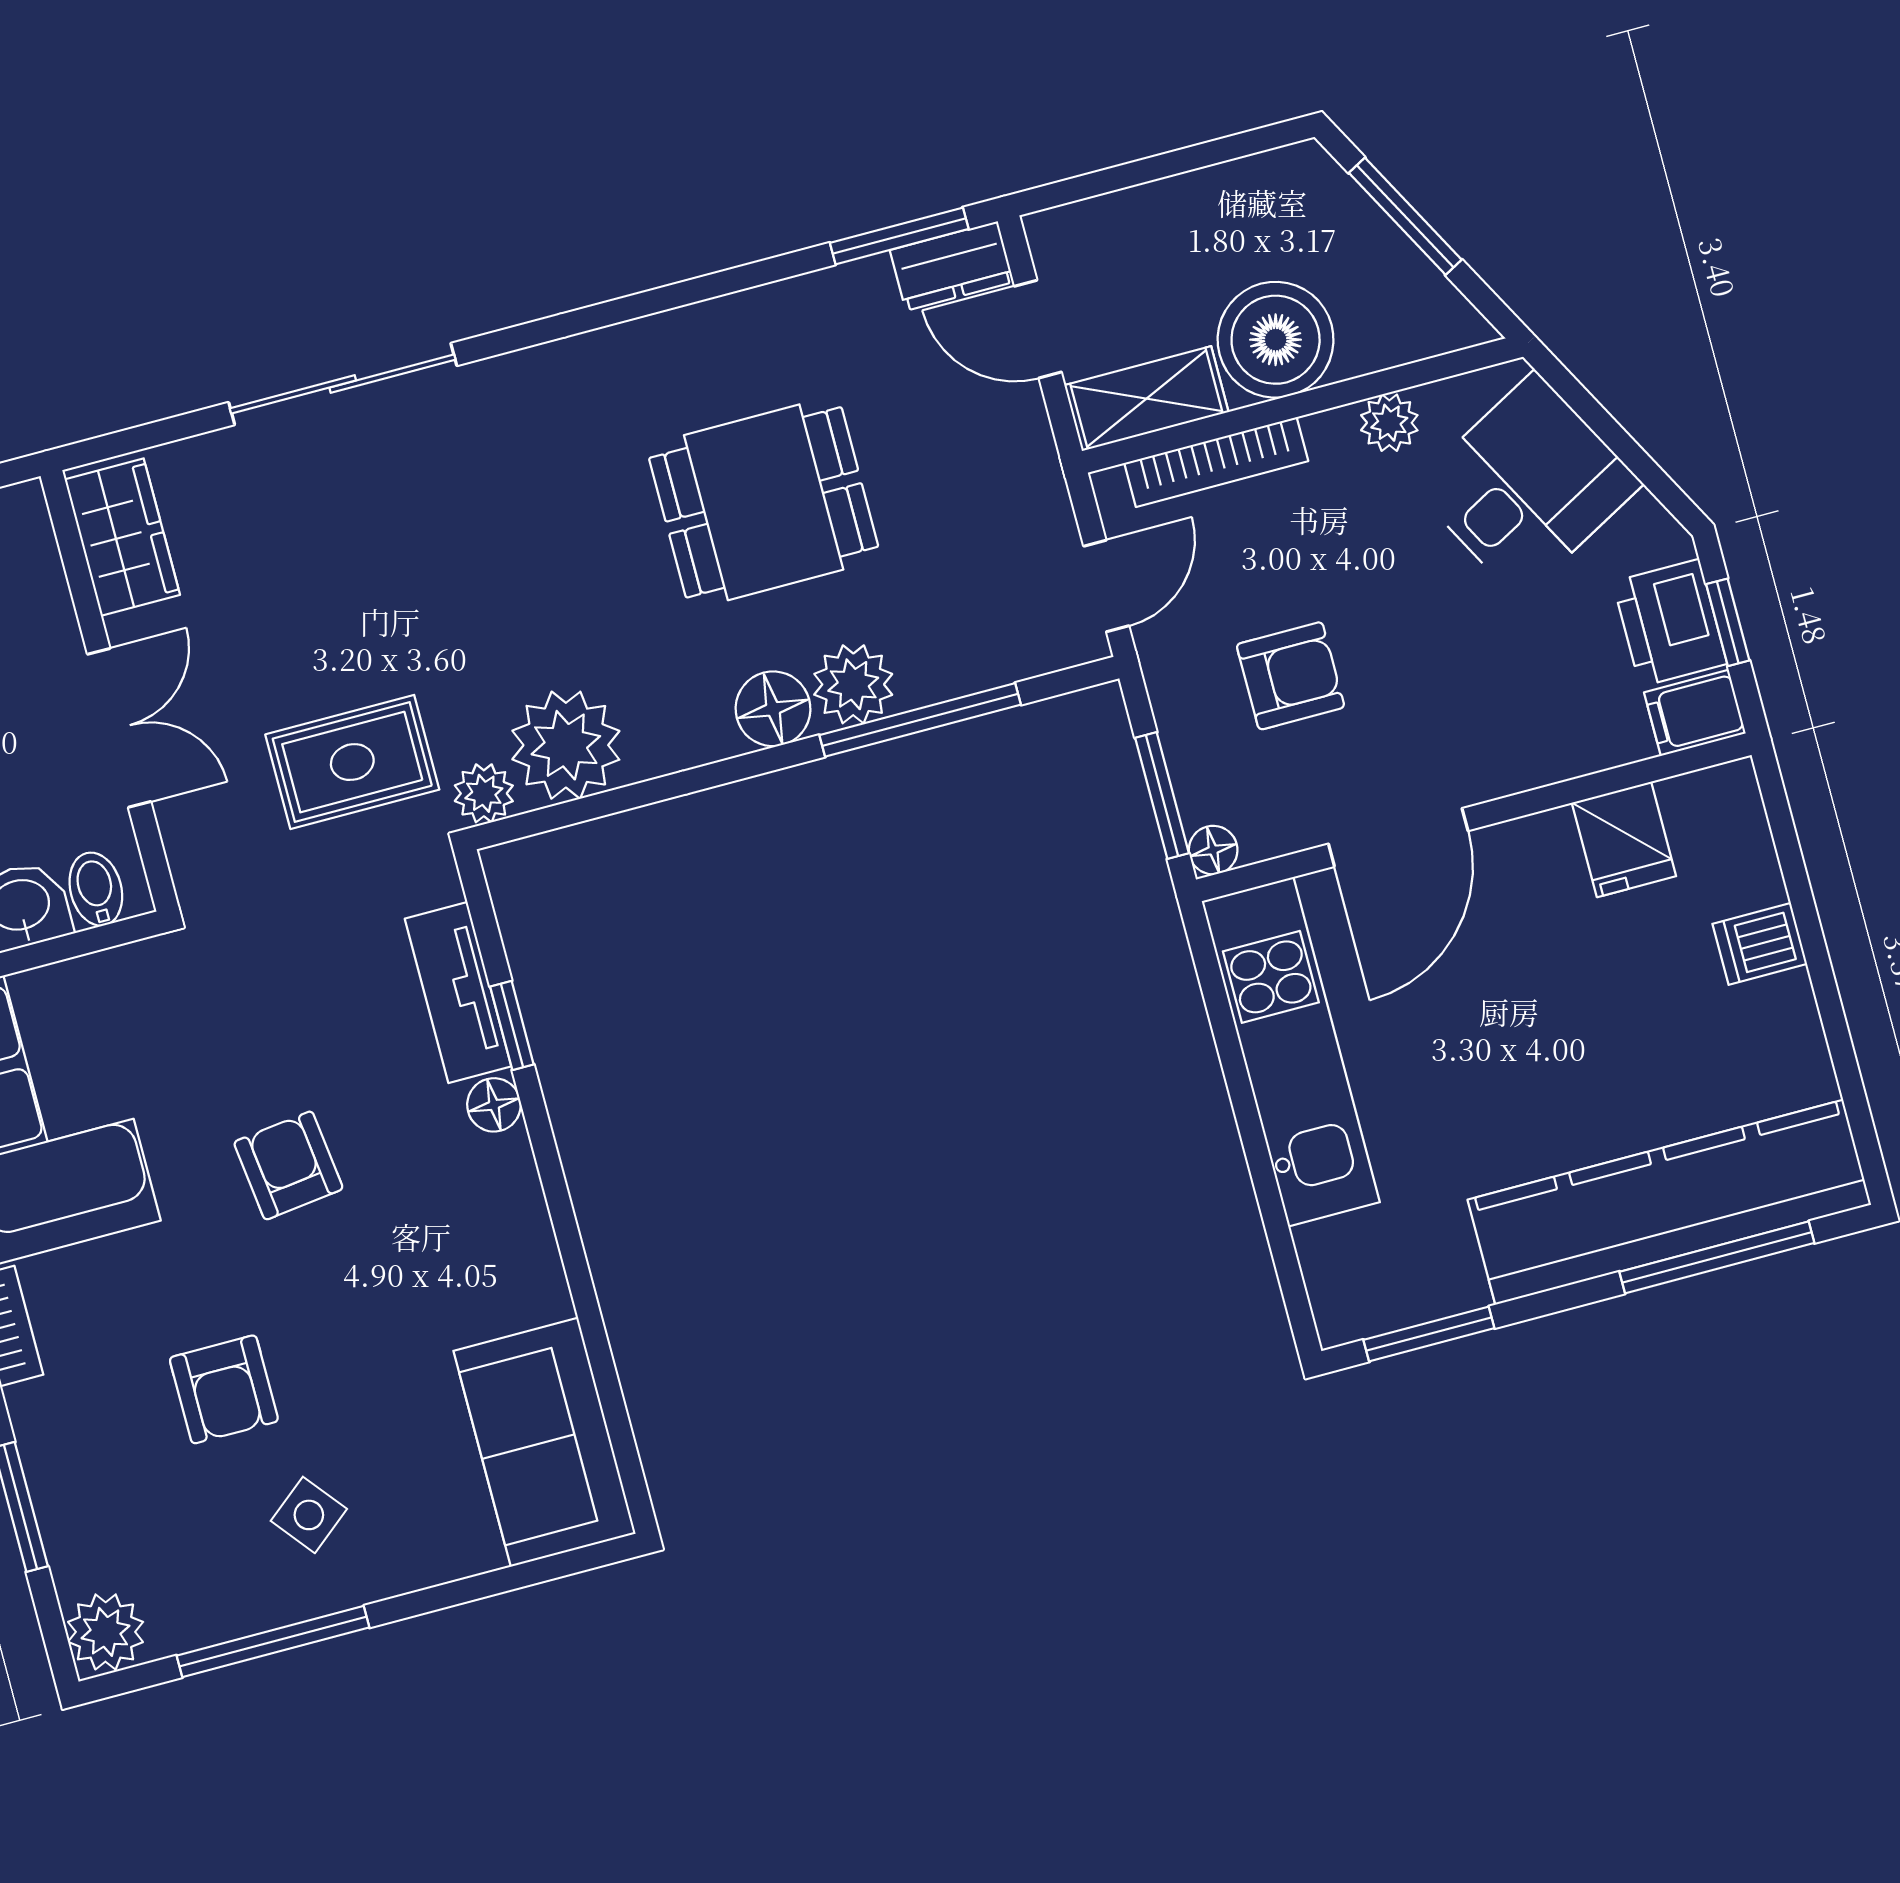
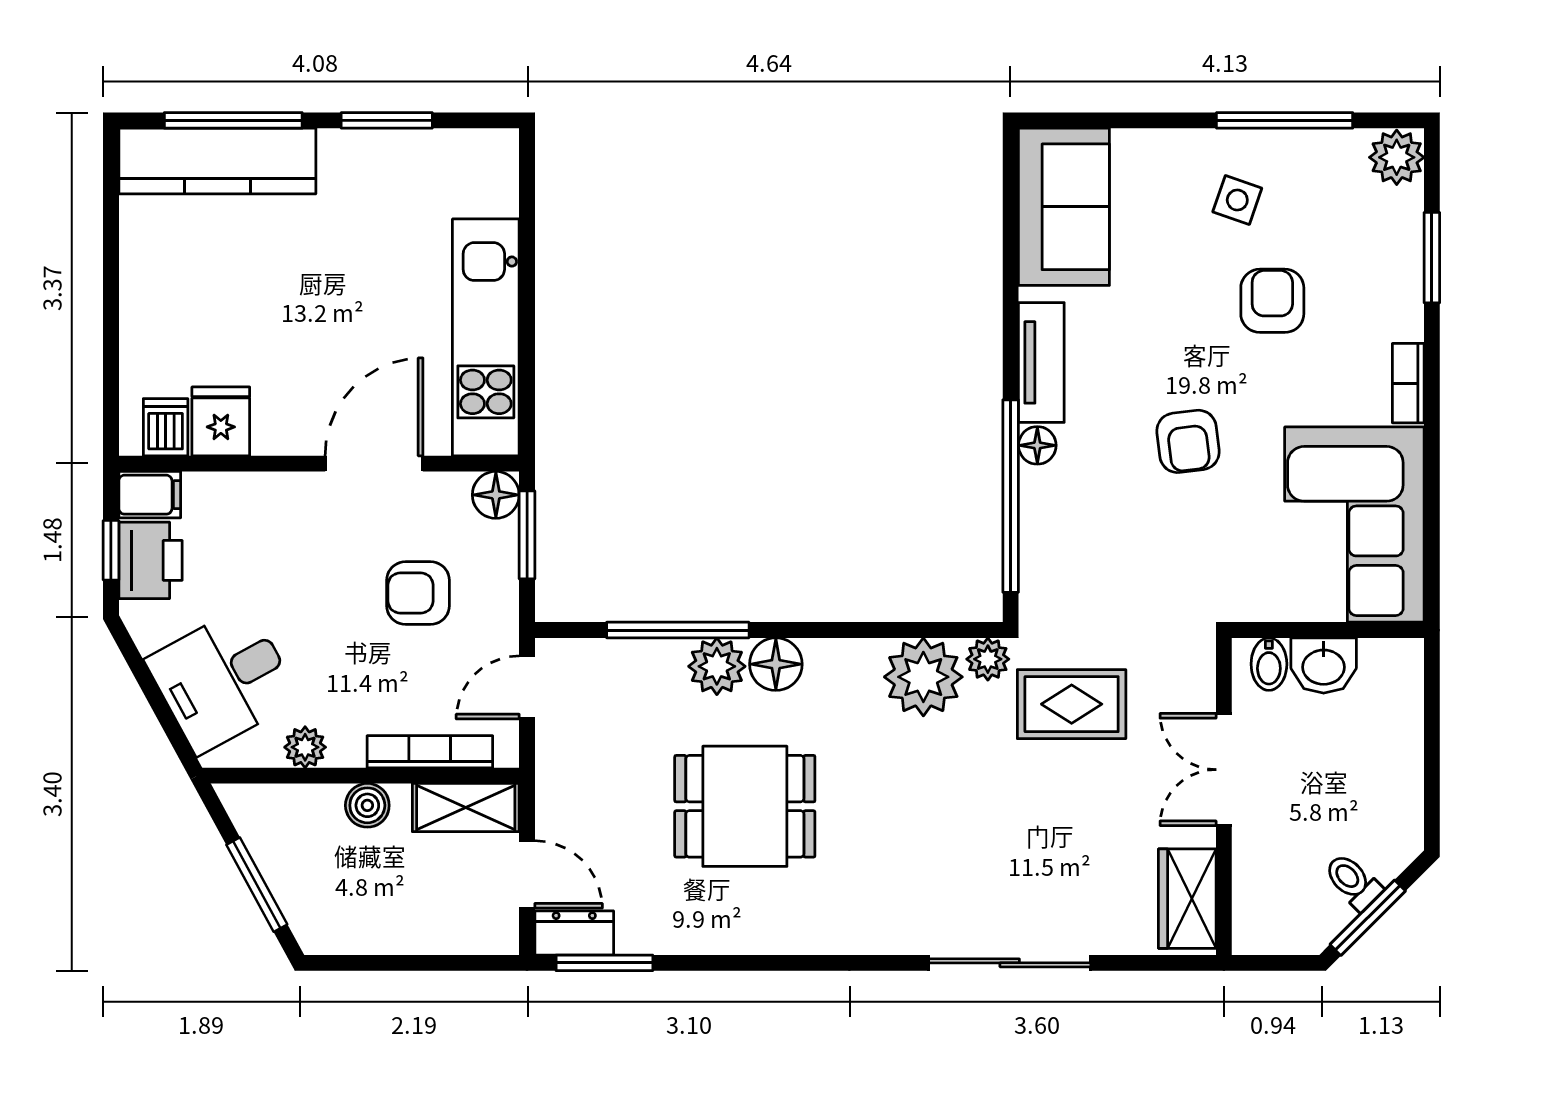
boiler: (1276, 340) -> (367, 805), width x0.54, depth x0.54
floor lamp: (1213, 850) -> (496, 495), width x1.37, depth x1.37
dishwasher: (1760, 944) -> (166, 427), moved, turned -90
tv unit: (458, 993) -> (1041, 362), moved
window: (512, 1025) -> (1011, 496), width x3.17
kitchen counter: (1669, 1202) -> (217, 161), width x0.72, depth x0.86
window: (1429, 1334) -> (387, 120), moved
side table: (309, 1515) -> (1237, 200), turned -32

